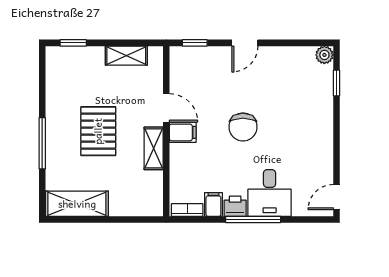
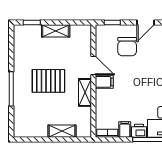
shelving: (126, 56) -> (56, 31), moved
chair: (243, 127) -> (127, 47), moved
pallet: (98, 131) -> (48, 81), turned 90
shelving: (77, 204) -> (62, 131), moved, width x0.67, depth x0.75

